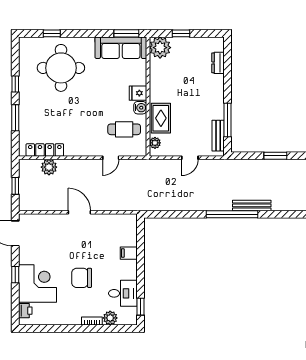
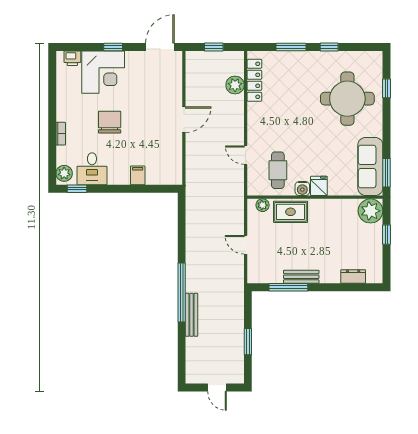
bench: (218, 136) -> (301, 277), moved
plant: (110, 318) -> (64, 173), moved

